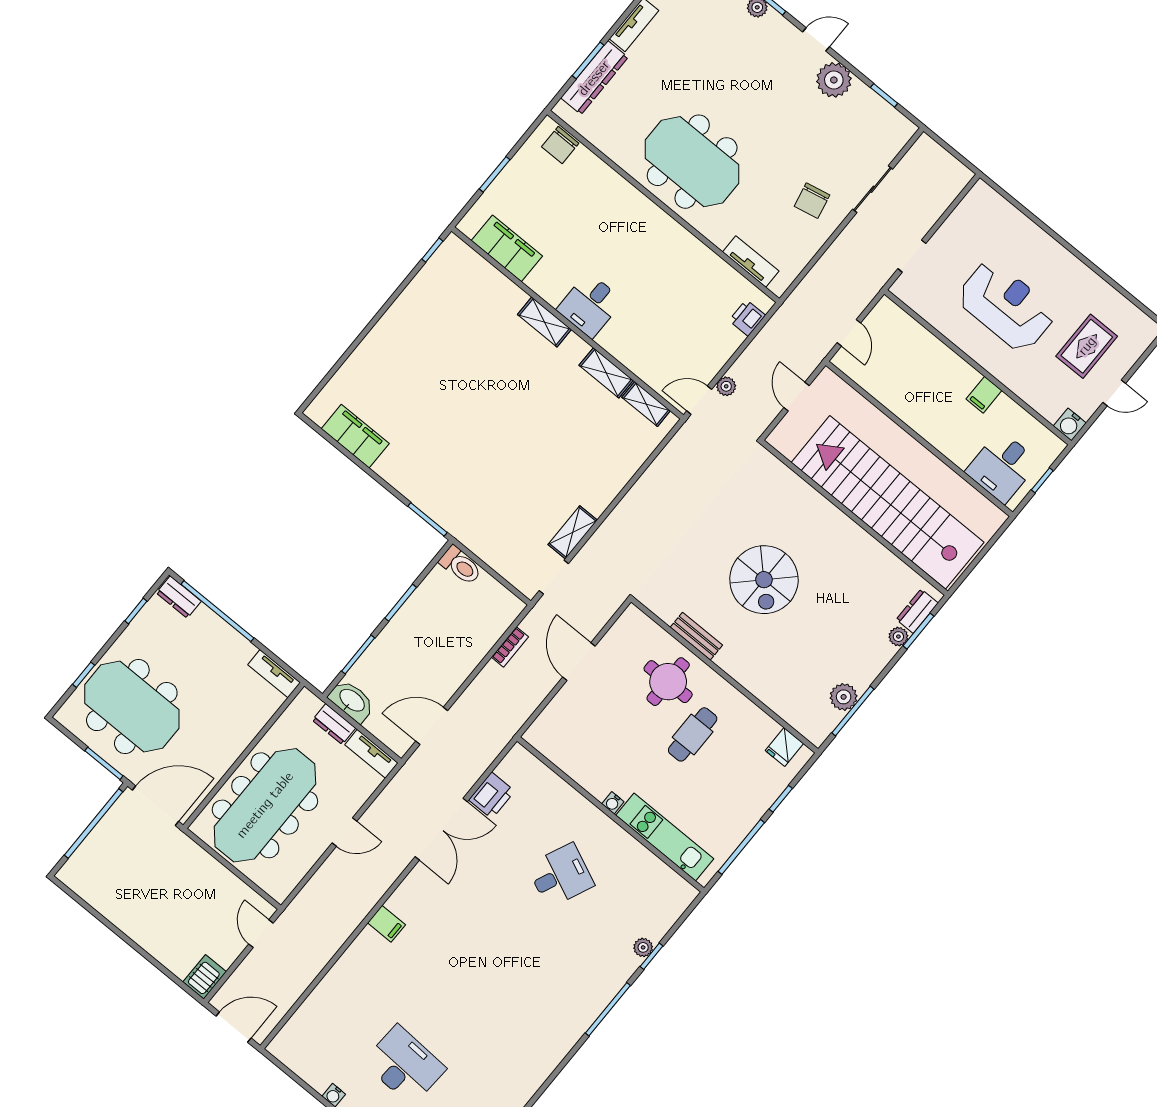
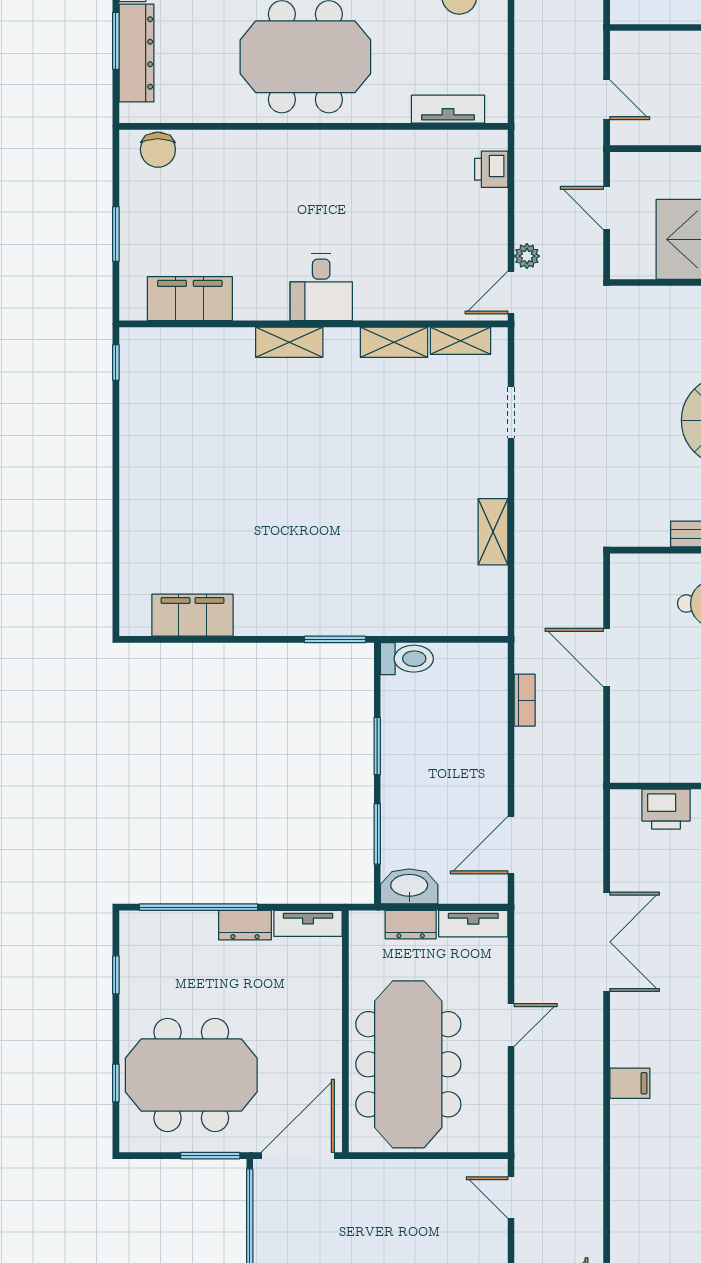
doorway: (554, 577) -> (511, 413), moved
dresser: (179, 597) -> (245, 925), moved
printer: (492, 795) -> (666, 809), moved, turned 90

